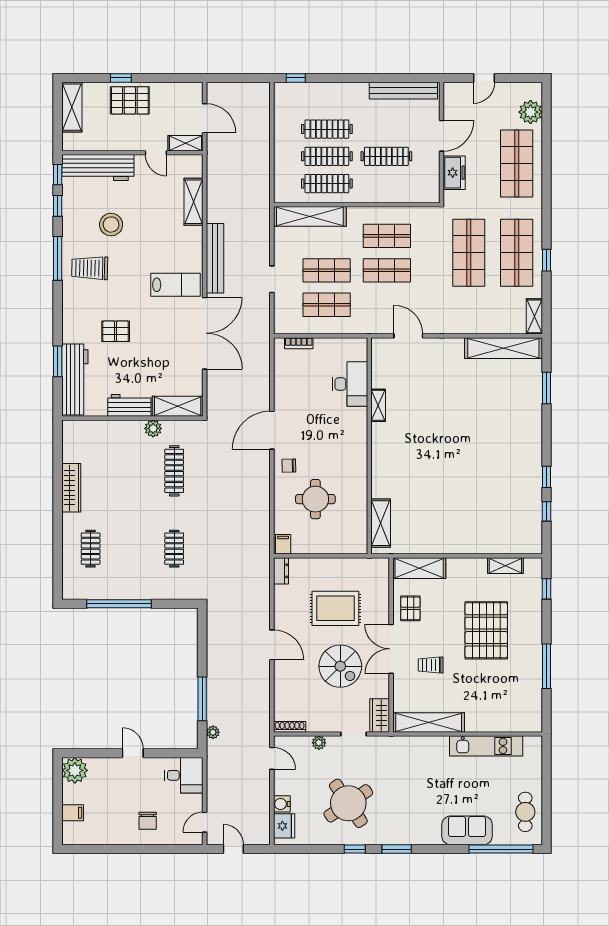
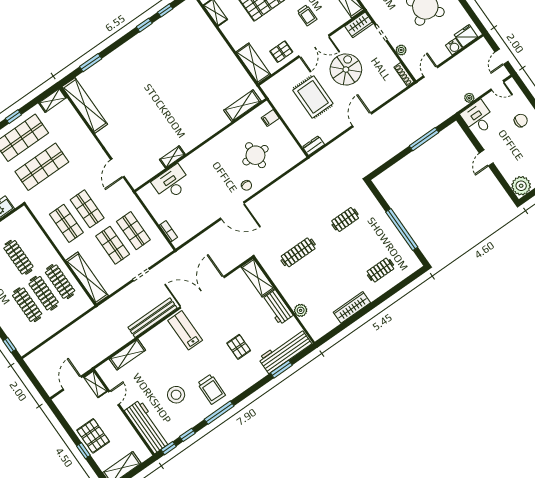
plant: (153, 428) -> (301, 310), moved
filing cabinet: (283, 544) -> (270, 118), moved
plant: (213, 732) -> (469, 98), moved

